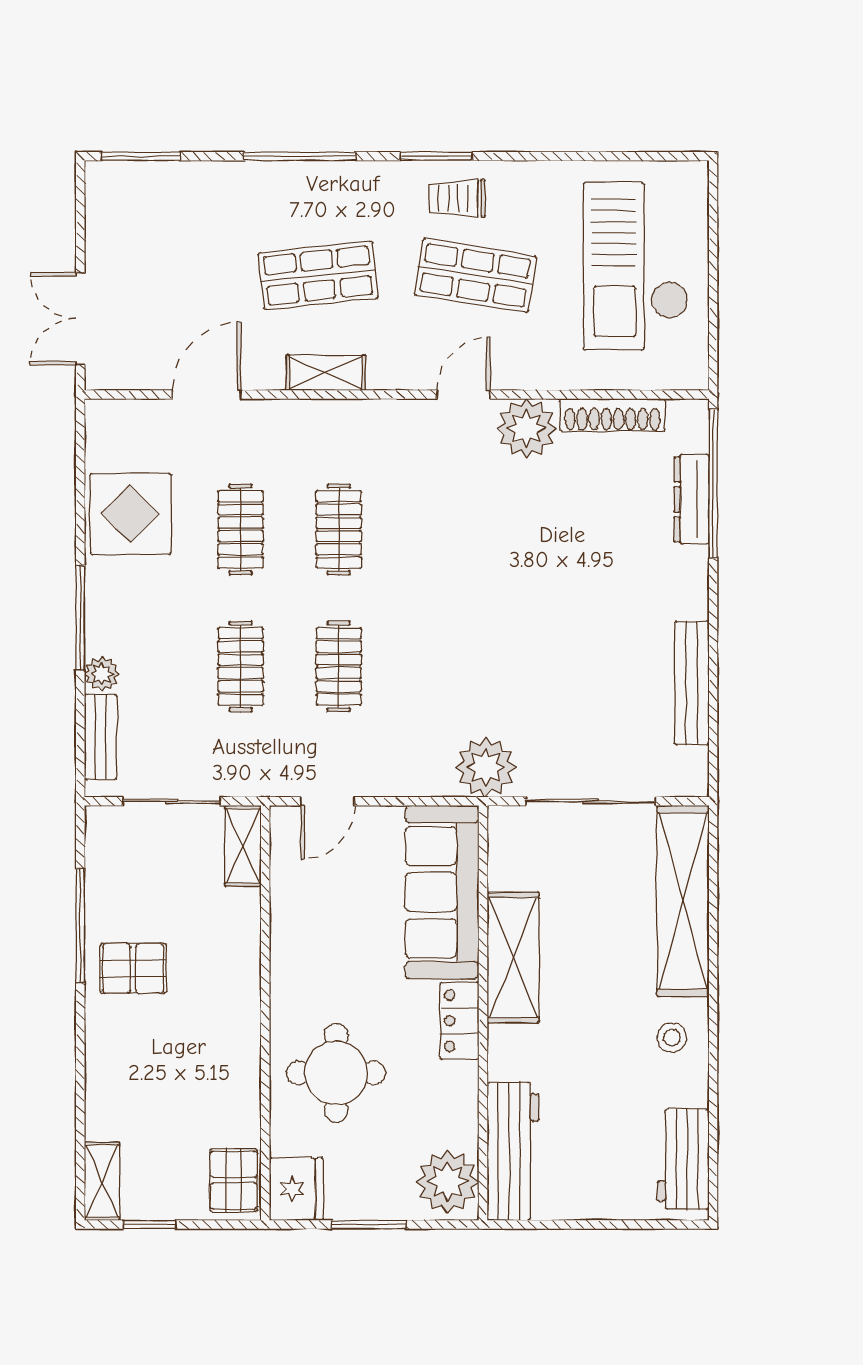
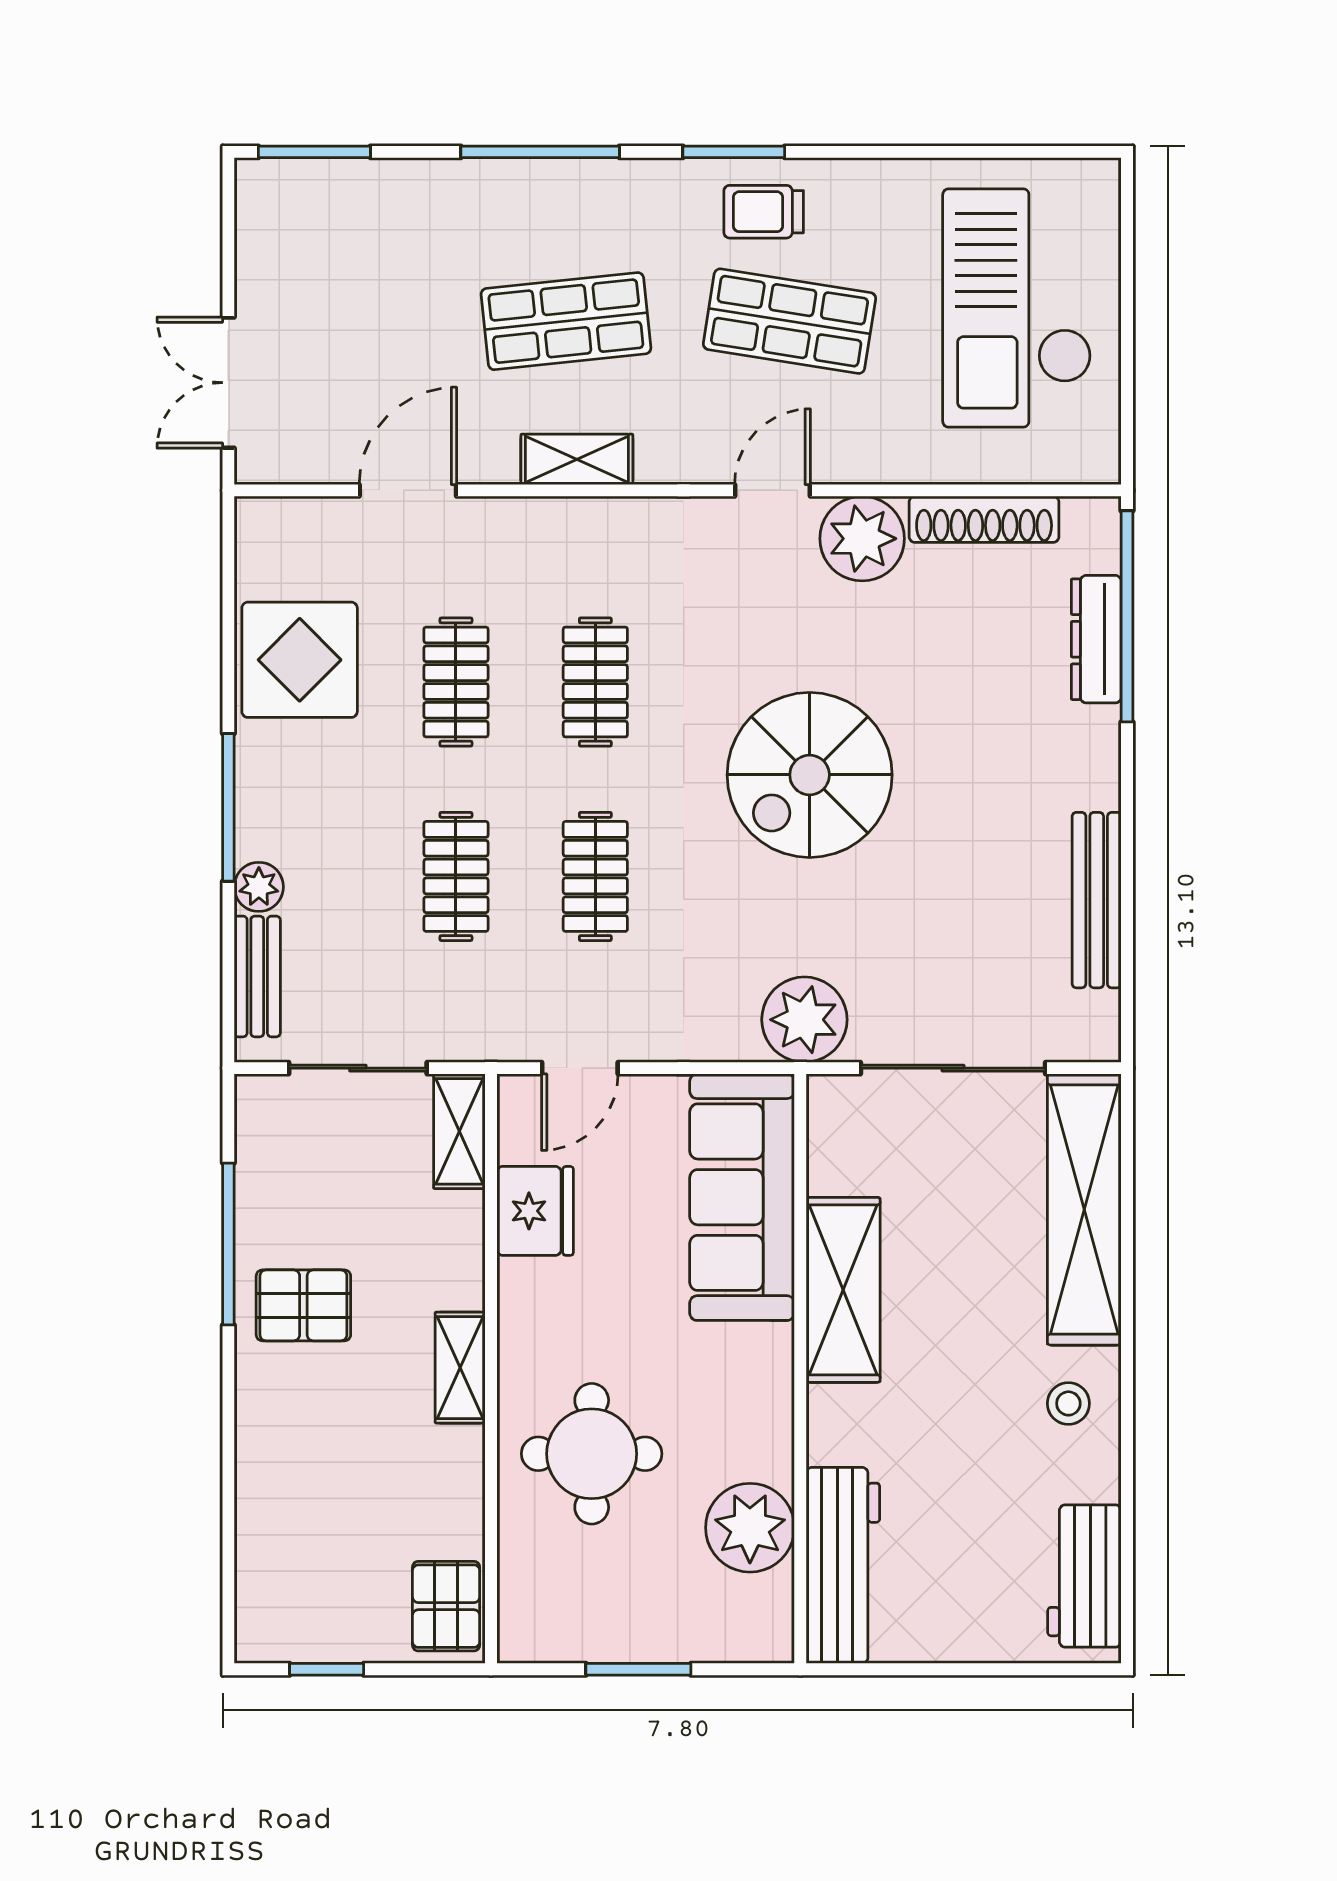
spiral stairs: (490, 595) -> (810, 775), added
locker: (459, 1021) -> (767, 1380), removed
shelving: (102, 1181) -> (460, 1368), moved
plant: (448, 1182) -> (750, 1528), moved
fridge: (296, 1189) -> (535, 1211), moved

